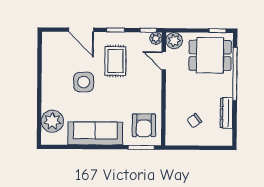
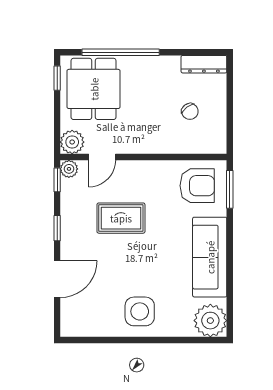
rug: (115, 61) -> (121, 218), moved
side table: (84, 82) -> (140, 311), moved
dresser: (226, 113) -> (204, 64), moved
plant: (52, 121) -> (210, 321), moved

